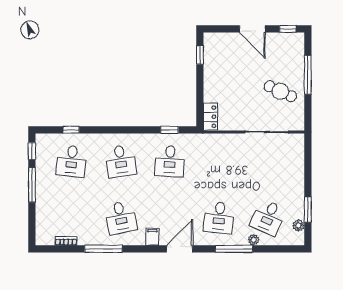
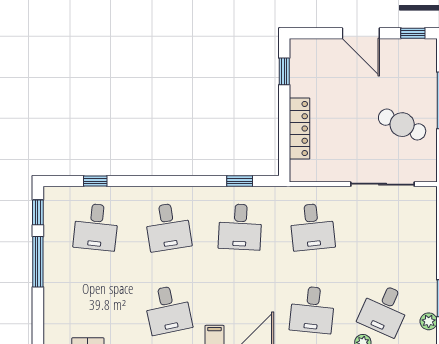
locker: (210, 117) -> (300, 129), moved, width x1.53
desk: (219, 161) -> (312, 227), added

